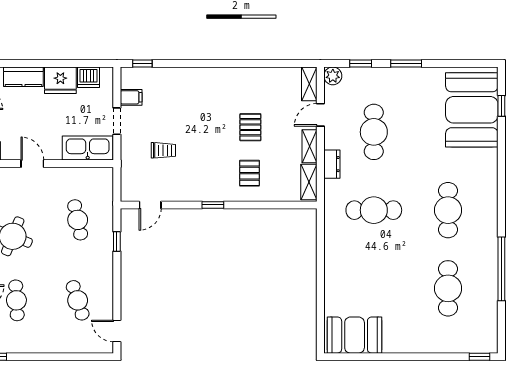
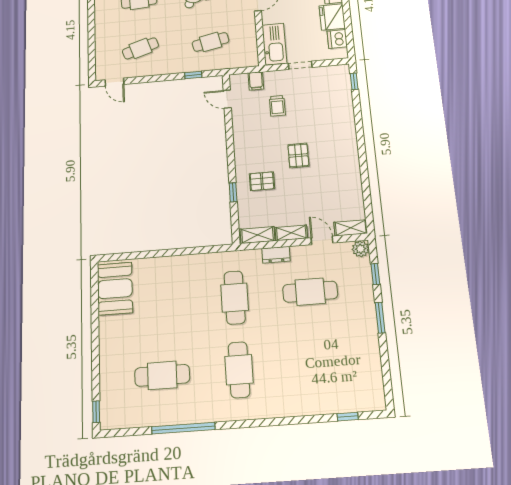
filing cabinet: (131, 97) -> (256, 81), moved
booth: (472, 110) -> (341, 387), removed
pallet: (250, 127) -> (298, 155), moved, turned 90
window: (213, 205) -> (233, 192), moved
cafe table: (448, 210) -> (239, 370), turned 90
door: (117, 331) -> (115, 82), swing flipped

